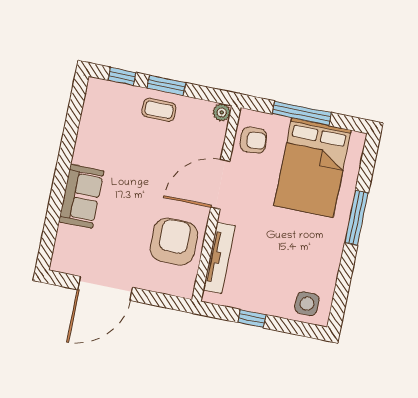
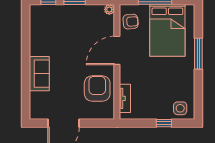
coffee table: (159, 110) -> (73, 15), removed
tv unit: (219, 258) -> (125, 98), width x0.71
window: (252, 319) -> (164, 123), moved

